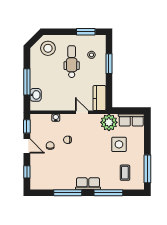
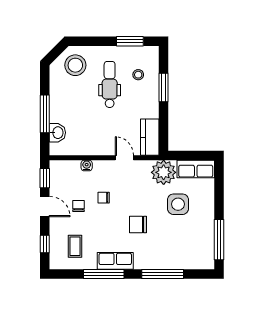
chair: (91, 158) -> (138, 224), added
coffee table: (125, 173) -> (75, 246), moved
row of seats: (88, 184) -> (115, 261), moved

